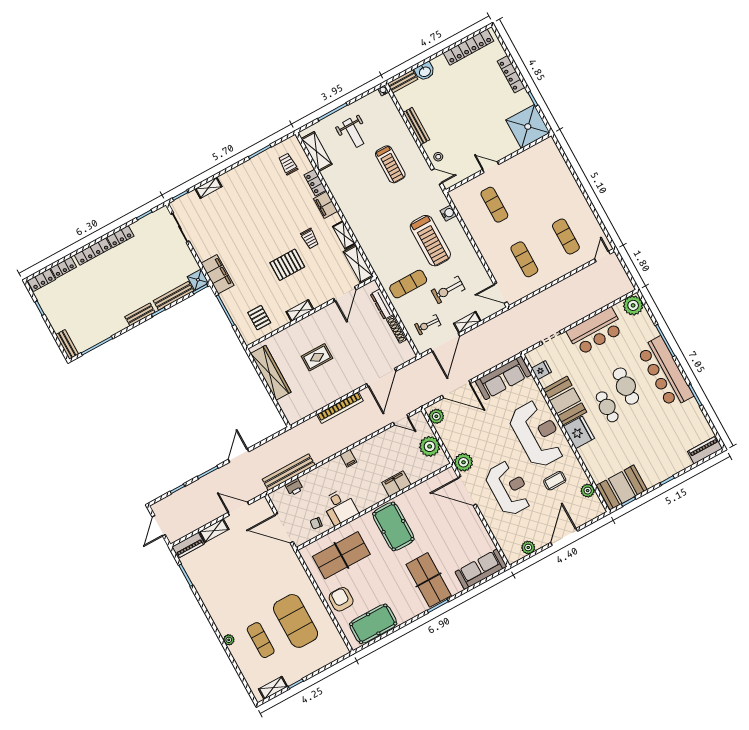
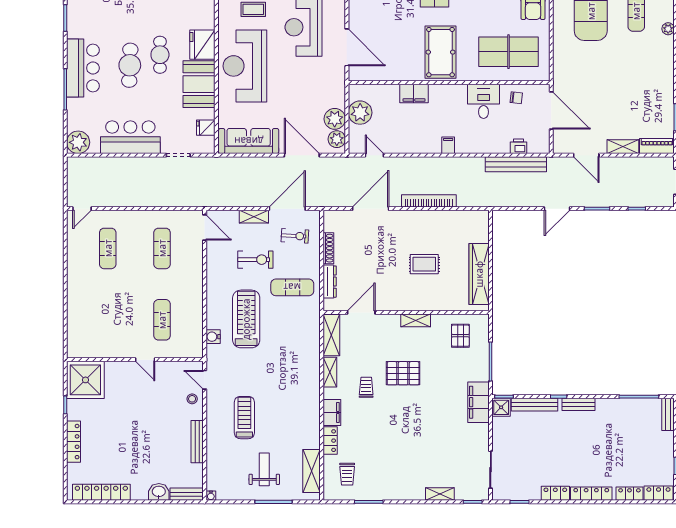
bar counter: (665, 372) -> (83, 68), width x0.73
plant: (464, 462) -> (335, 119), moved

